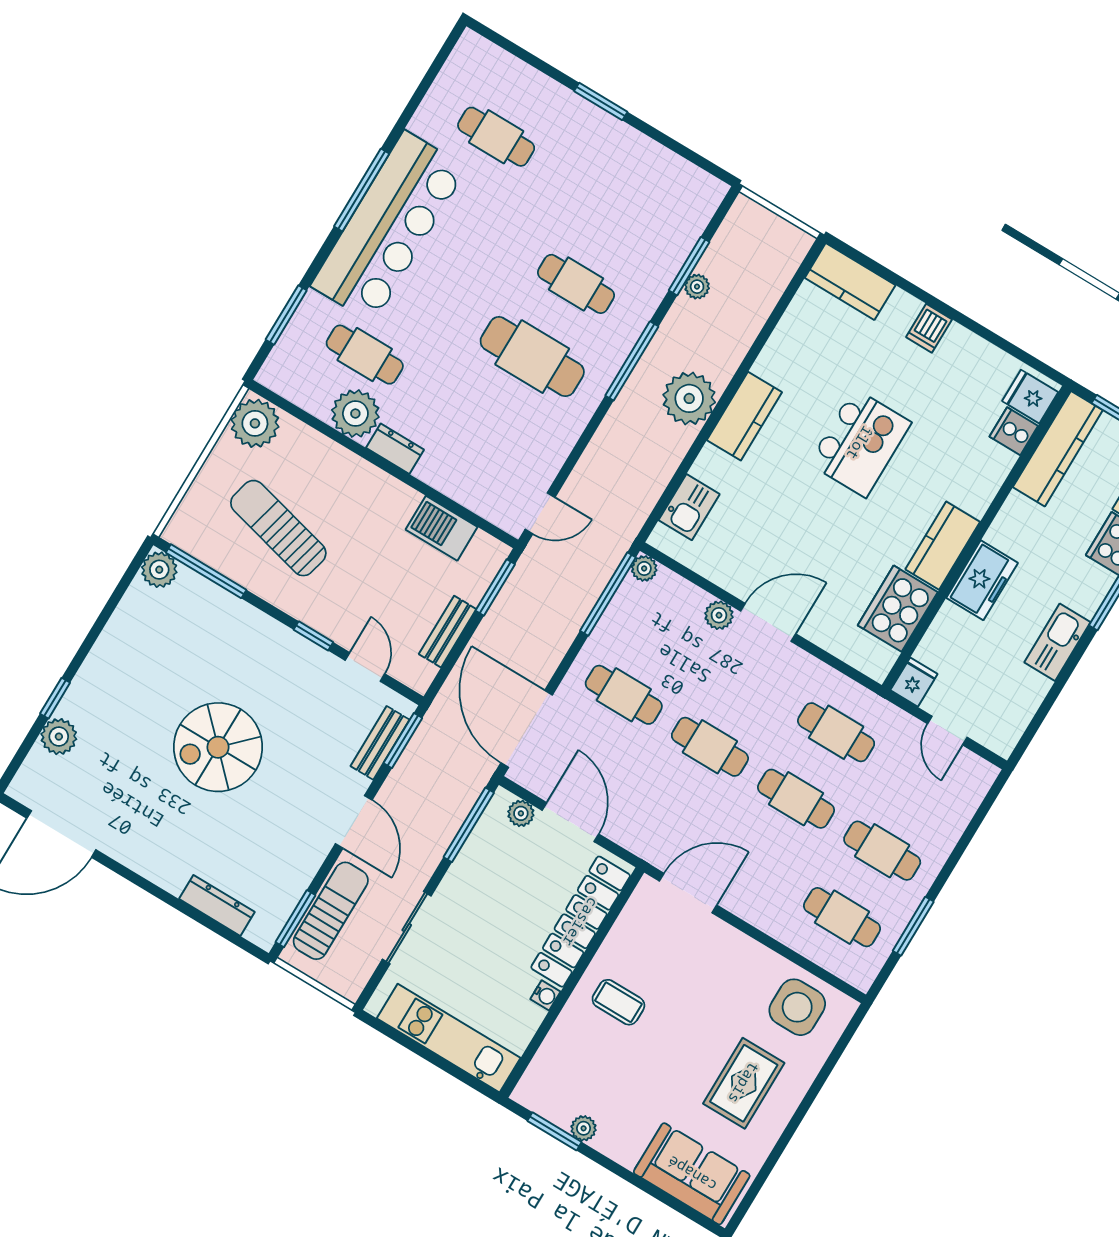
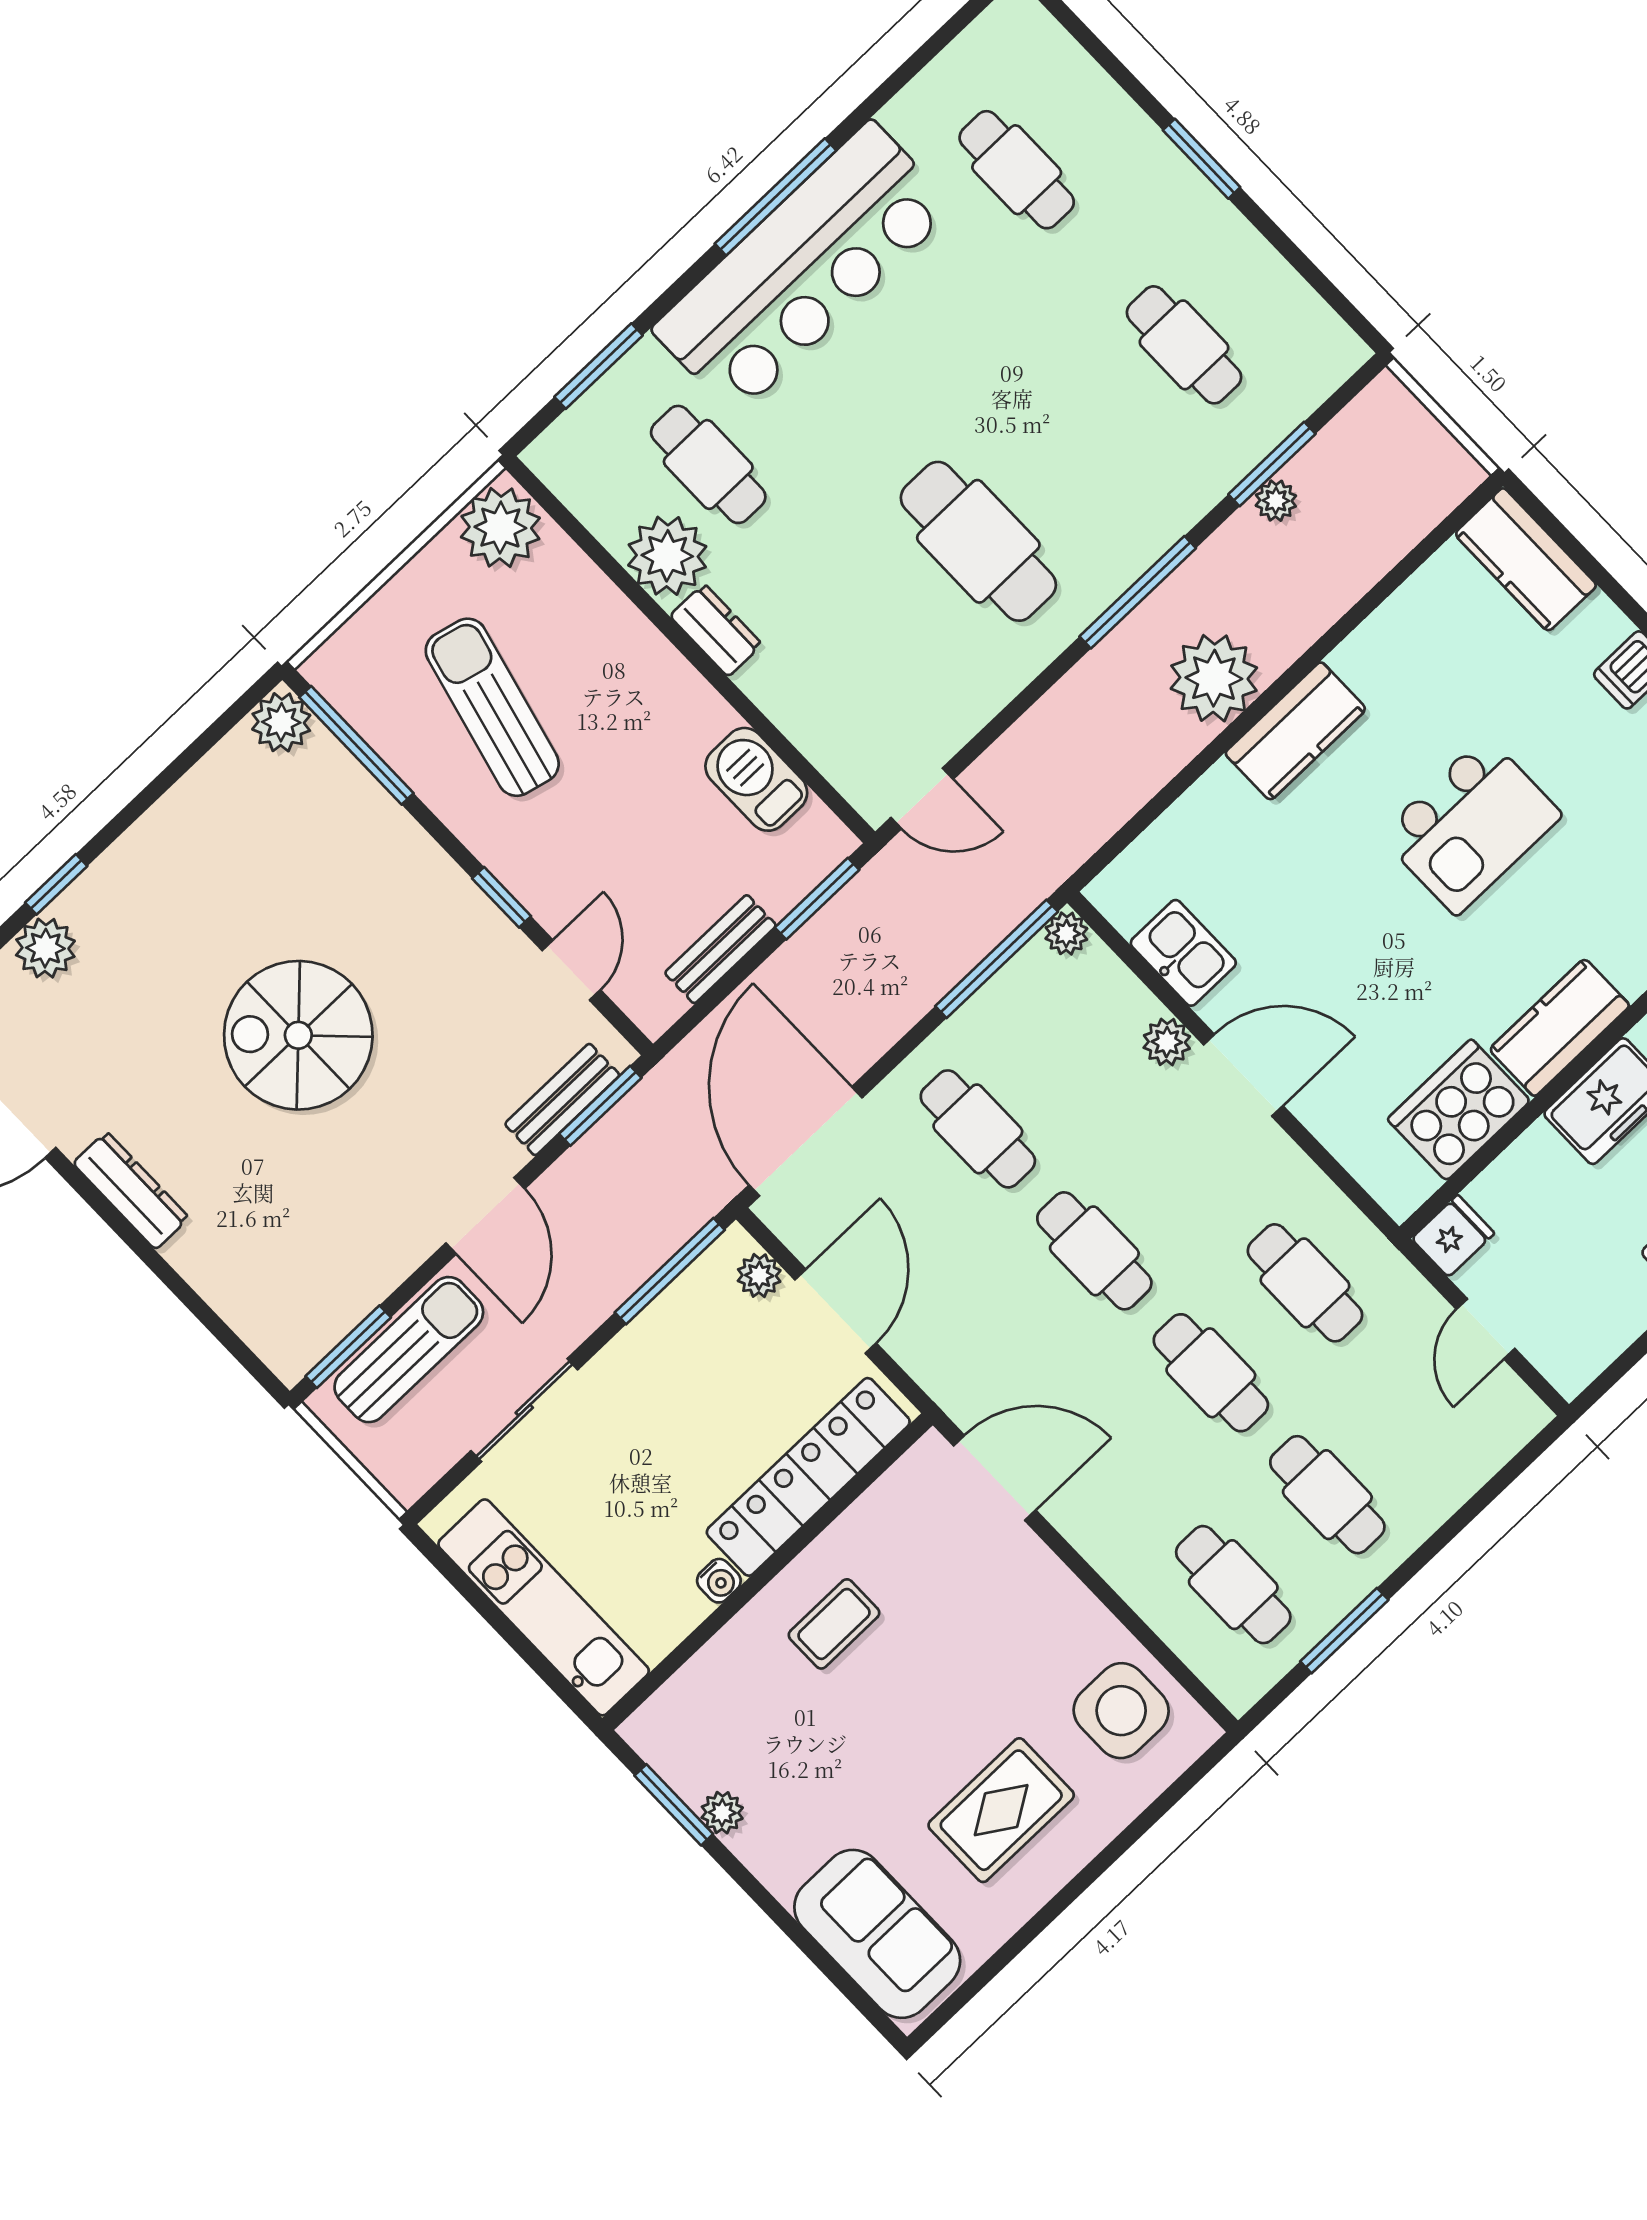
cafe table: (576, 284) -> (1184, 345), moved
kitchen sink: (689, 507) -> (1183, 953), moved, turned -90
dresser: (217, 905) -> (131, 1191), moved
coffee table: (618, 1002) -> (834, 1624), turned 90

